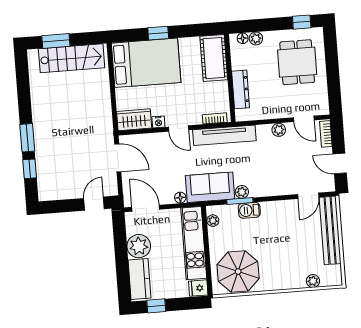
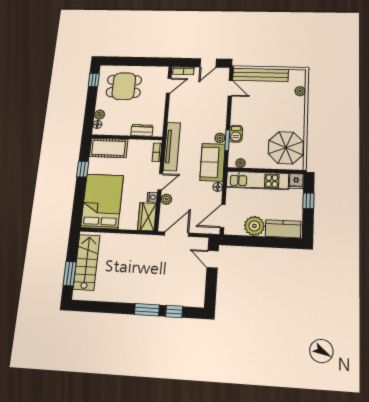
window: (158, 33) -> (83, 169), moved
dresser: (241, 89) -> (142, 130), width x0.70
plant: (279, 130) -> (166, 199), moved
window: (156, 306) -> (308, 201), moved

